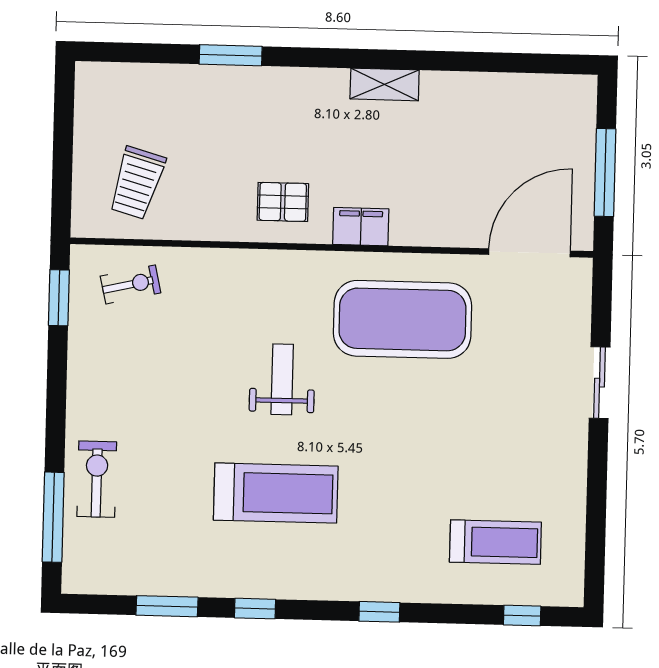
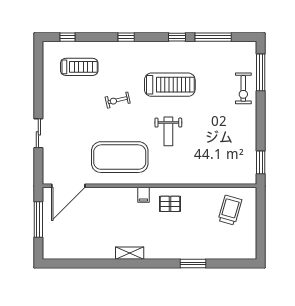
filing cabinet: (361, 227) -> (143, 195), width x0.50
exercise bike: (131, 284) -> (118, 100), moved
treadmill: (276, 493) -> (170, 85), turned 180
treadmill: (495, 542) -> (79, 67), turned 180
window: (167, 606) -> (213, 37), width x1.44

